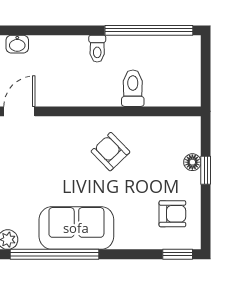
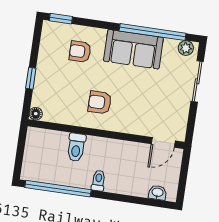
armchair: (110, 152) -> (100, 102), turned 134
floor lamp: (192, 162) -> (36, 114), moved
armchair: (172, 214) -> (80, 51), moved

